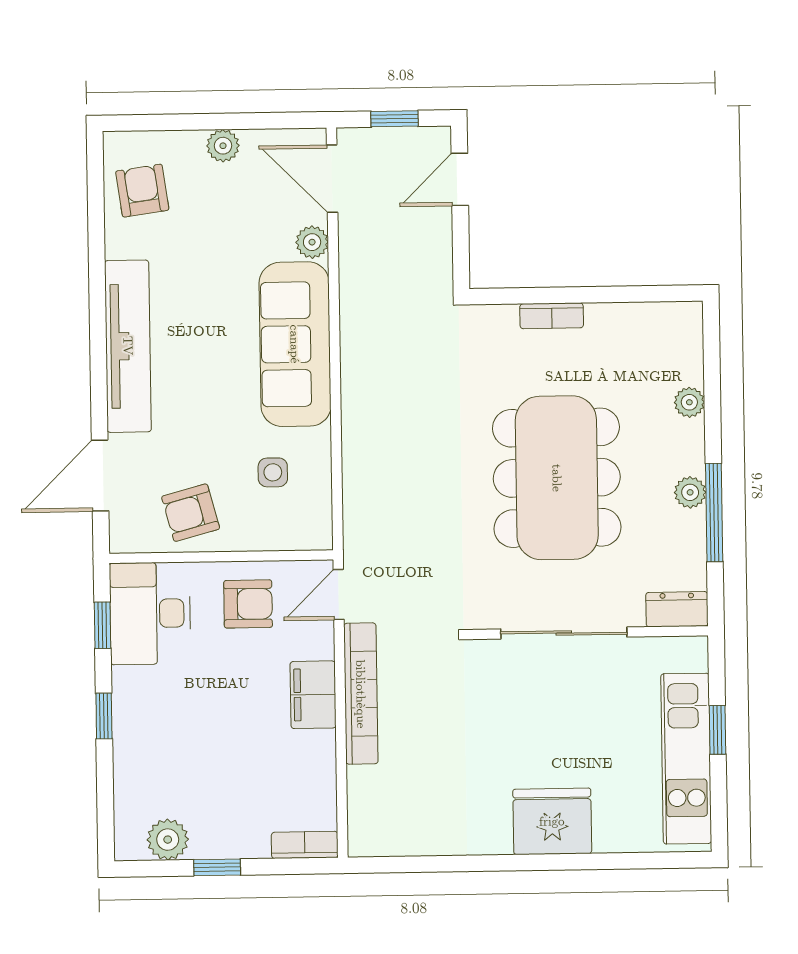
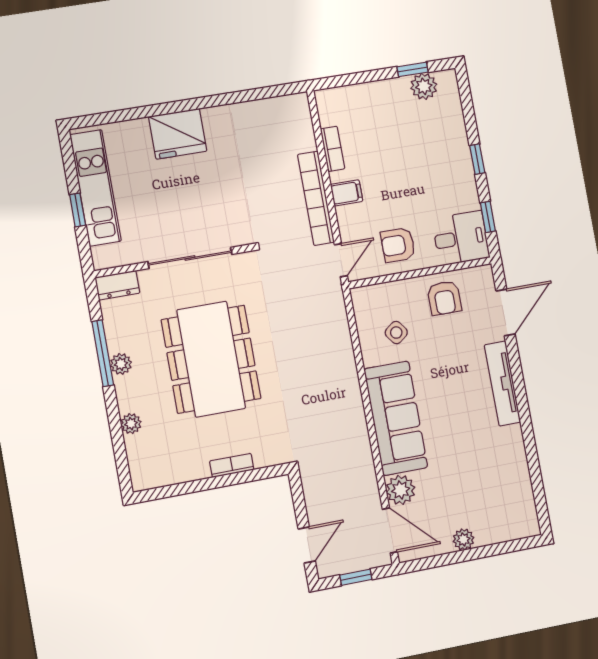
armchair: (142, 191) -> (510, 501), removed
plant: (312, 242) -> (401, 490), width x1.38, depth x1.38
tv unit: (128, 346) -> (502, 383), width x0.73, depth x0.78
side table: (273, 472) -> (396, 333), turned -37
armchair: (191, 513) -> (444, 298), turned 105
desk: (150, 613) -> (461, 238), width x0.73
filing cabinet: (313, 695) -> (347, 193), width x0.50
bookcase: (305, 845) -> (333, 149), moved, turned -90
window: (217, 867) -> (413, 69), moved

